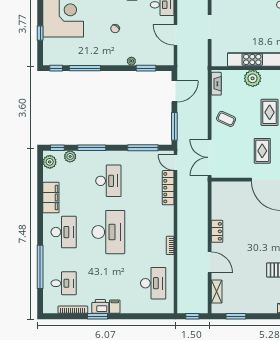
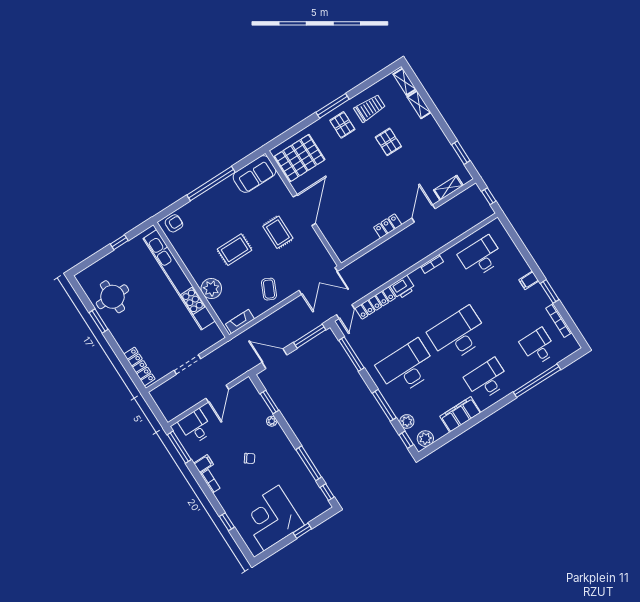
rug: (262, 151) -> (278, 232), turned 90
desk: (108, 181) -> (407, 367), width x1.36, depth x1.30
printer: (100, 306) -> (403, 287), moved, turned -90

